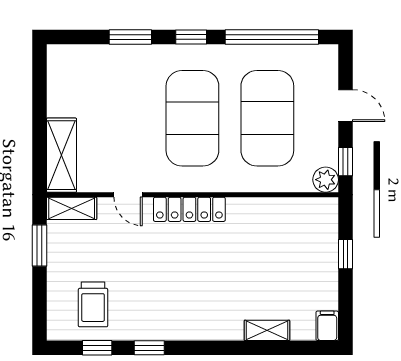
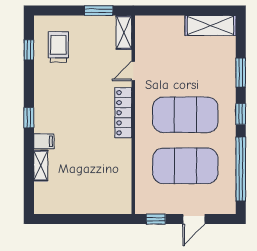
shelving: (61, 155) -> (210, 26), moved
plant: (326, 180) -> (143, 206), removed
window: (345, 254) -> (93, 219), removed
trolley: (93, 304) -> (58, 47), turned 90
filing cabinet: (327, 326) -> (44, 141), moved
window: (149, 348) -> (29, 118), moved

